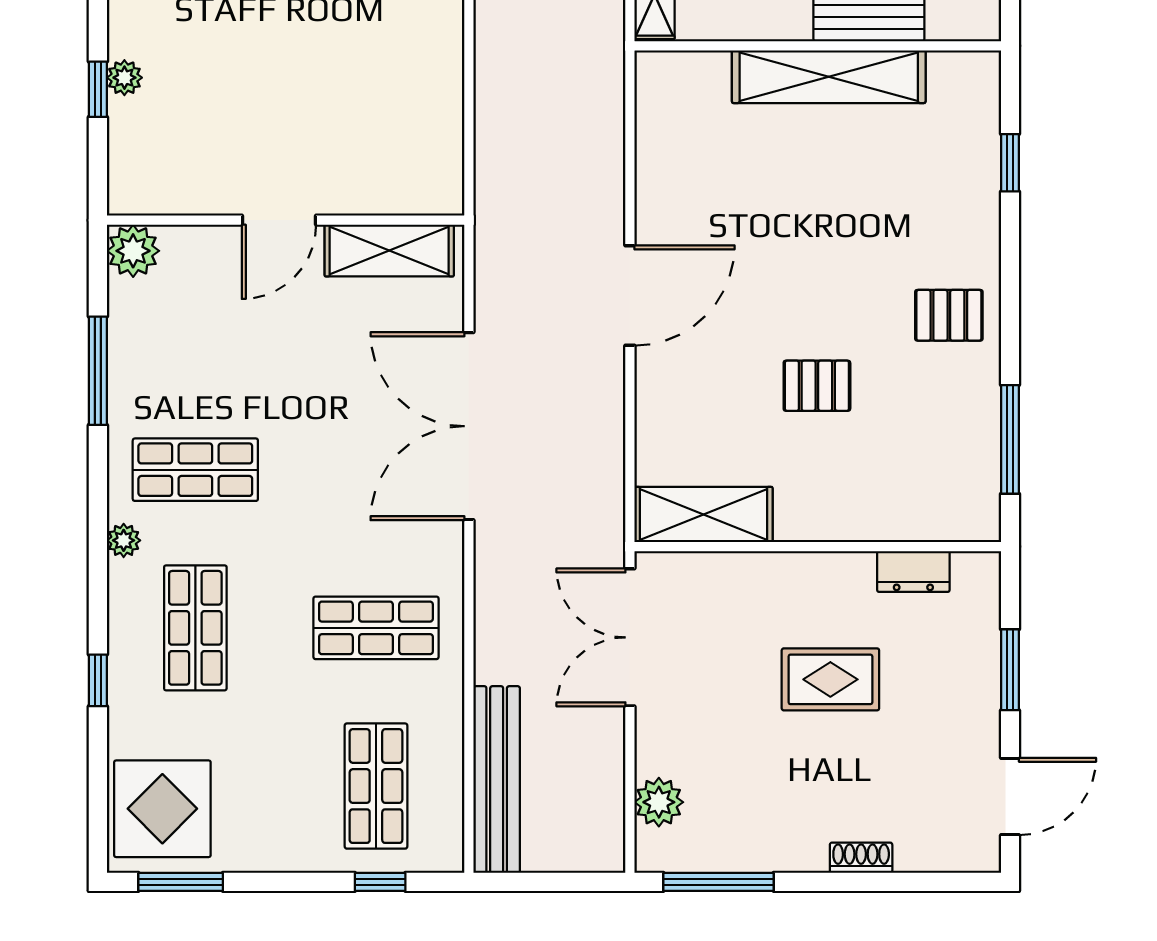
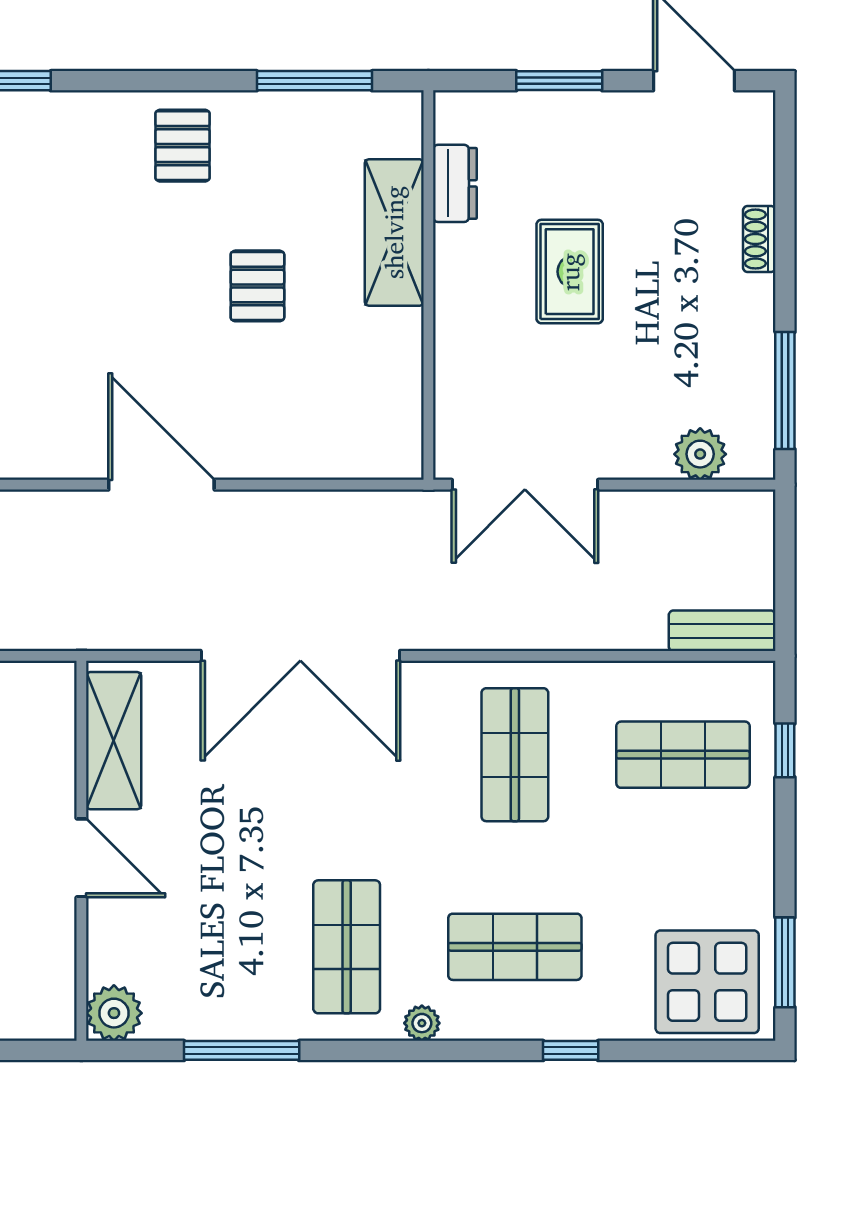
shelving: (703, 514) -> (394, 232), moved
bench: (497, 780) -> (722, 631), width x0.54, depth x0.82

